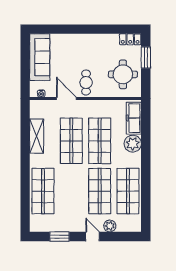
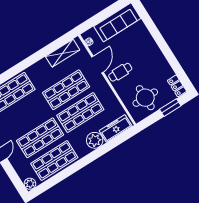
shelving: (37, 136) -> (63, 53), moved
plant: (110, 226) -> (30, 184), moved

